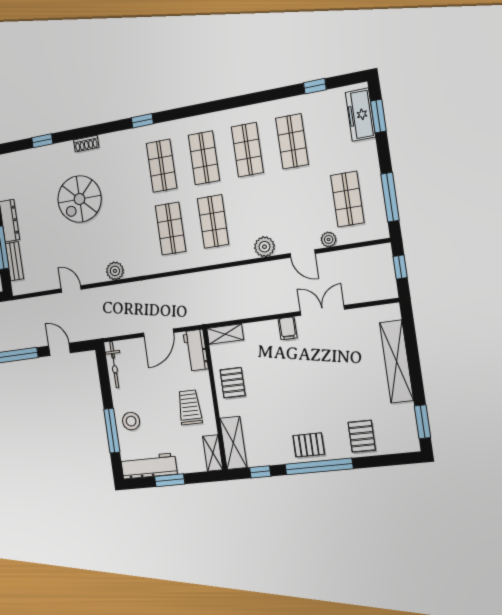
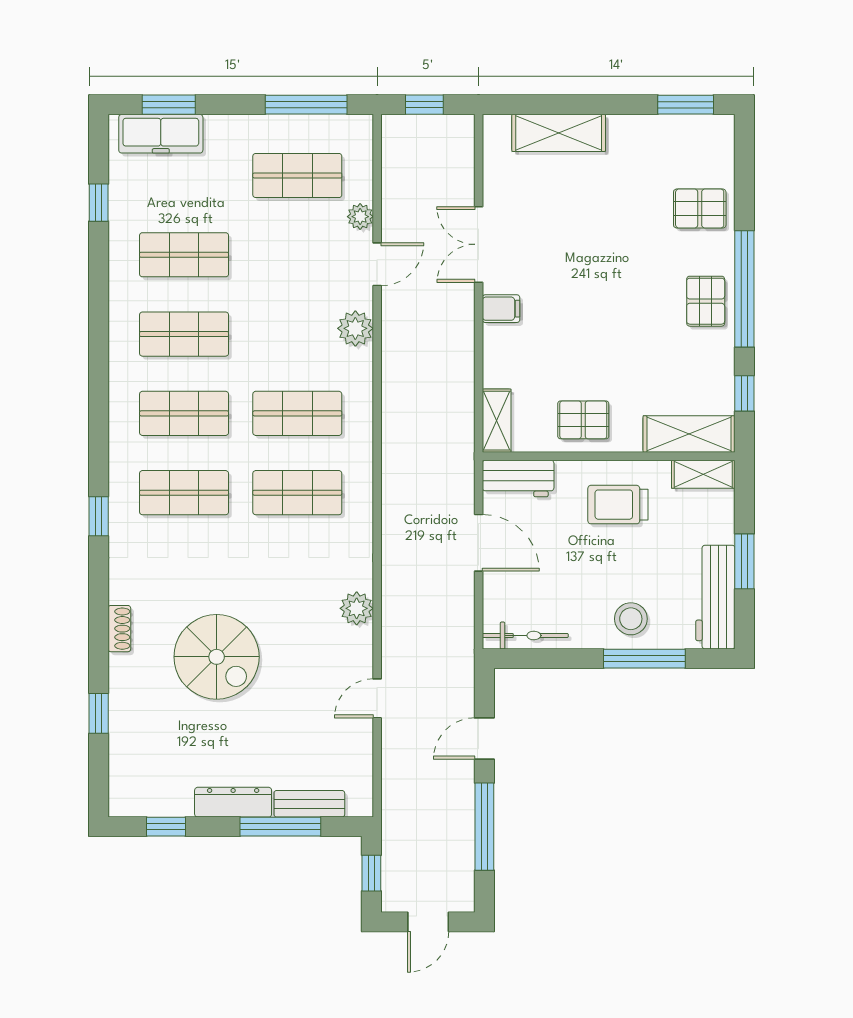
shelving: (396, 361) -> (559, 133), width x0.68

